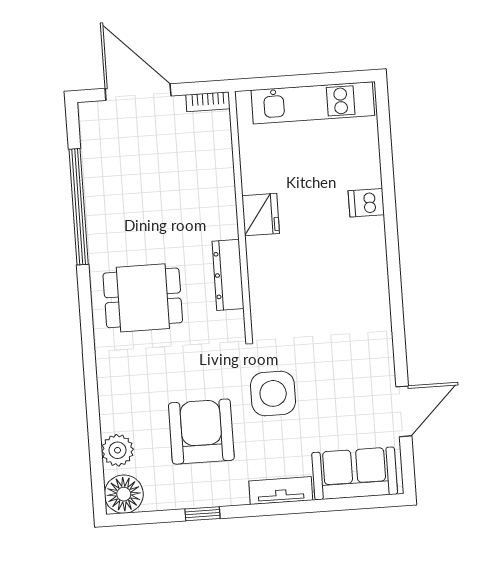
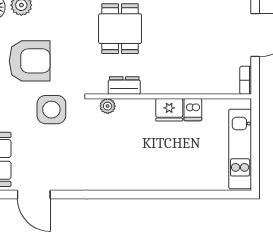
dishwasher: (366, 203) -> (193, 110), moved, turned 180
dresser: (228, 275) -> (124, 86), width x0.70
plant: (262, 309) -> (108, 106), added

